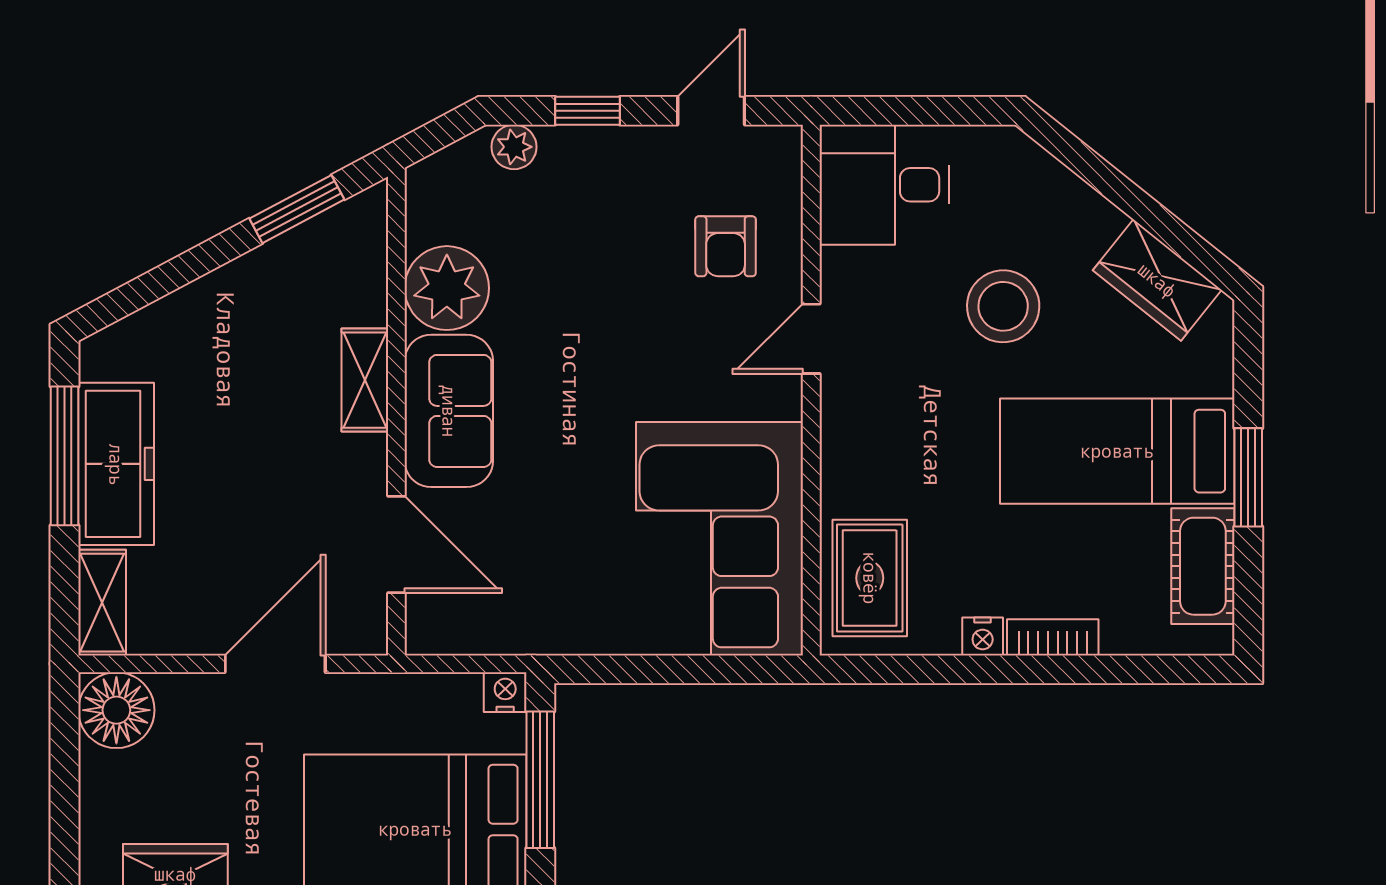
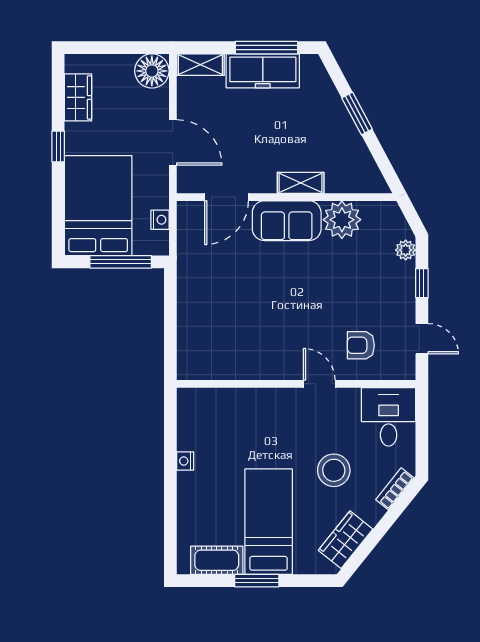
window: (297, 209) -> (357, 114), moved
corner sofa: (720, 539) -> (229, 343), removed
rug: (870, 578) -> (211, 410), removed
bookcase: (1053, 637) -> (395, 489), moved, turned -141
nightstand: (505, 692) -> (160, 220), moved

